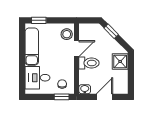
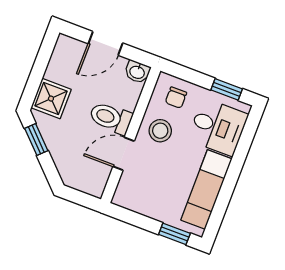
window: (111, 31) -> (36, 139), moved
stool: (67, 34) -> (160, 131), moved
window: (62, 97) -> (227, 89), moved

